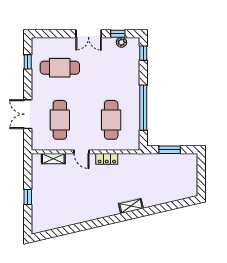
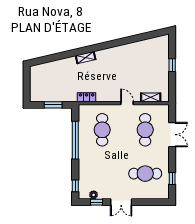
double door: (89, 34) -> (121, 202), swing flipped
locker: (107, 159) -> (87, 97), moved

